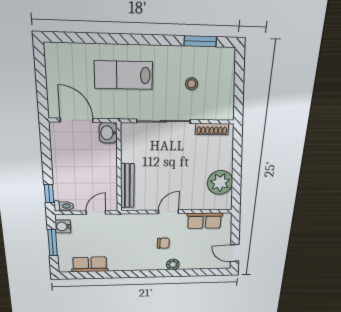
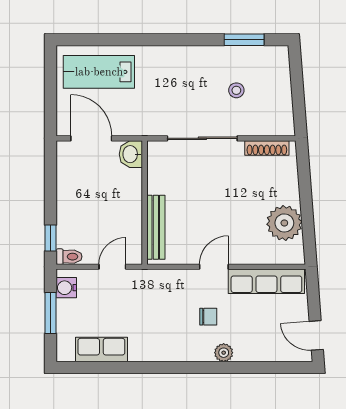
lab bench: (123, 75) -> (99, 72), moved
row of seats: (204, 221) -> (266, 281), width x1.48

